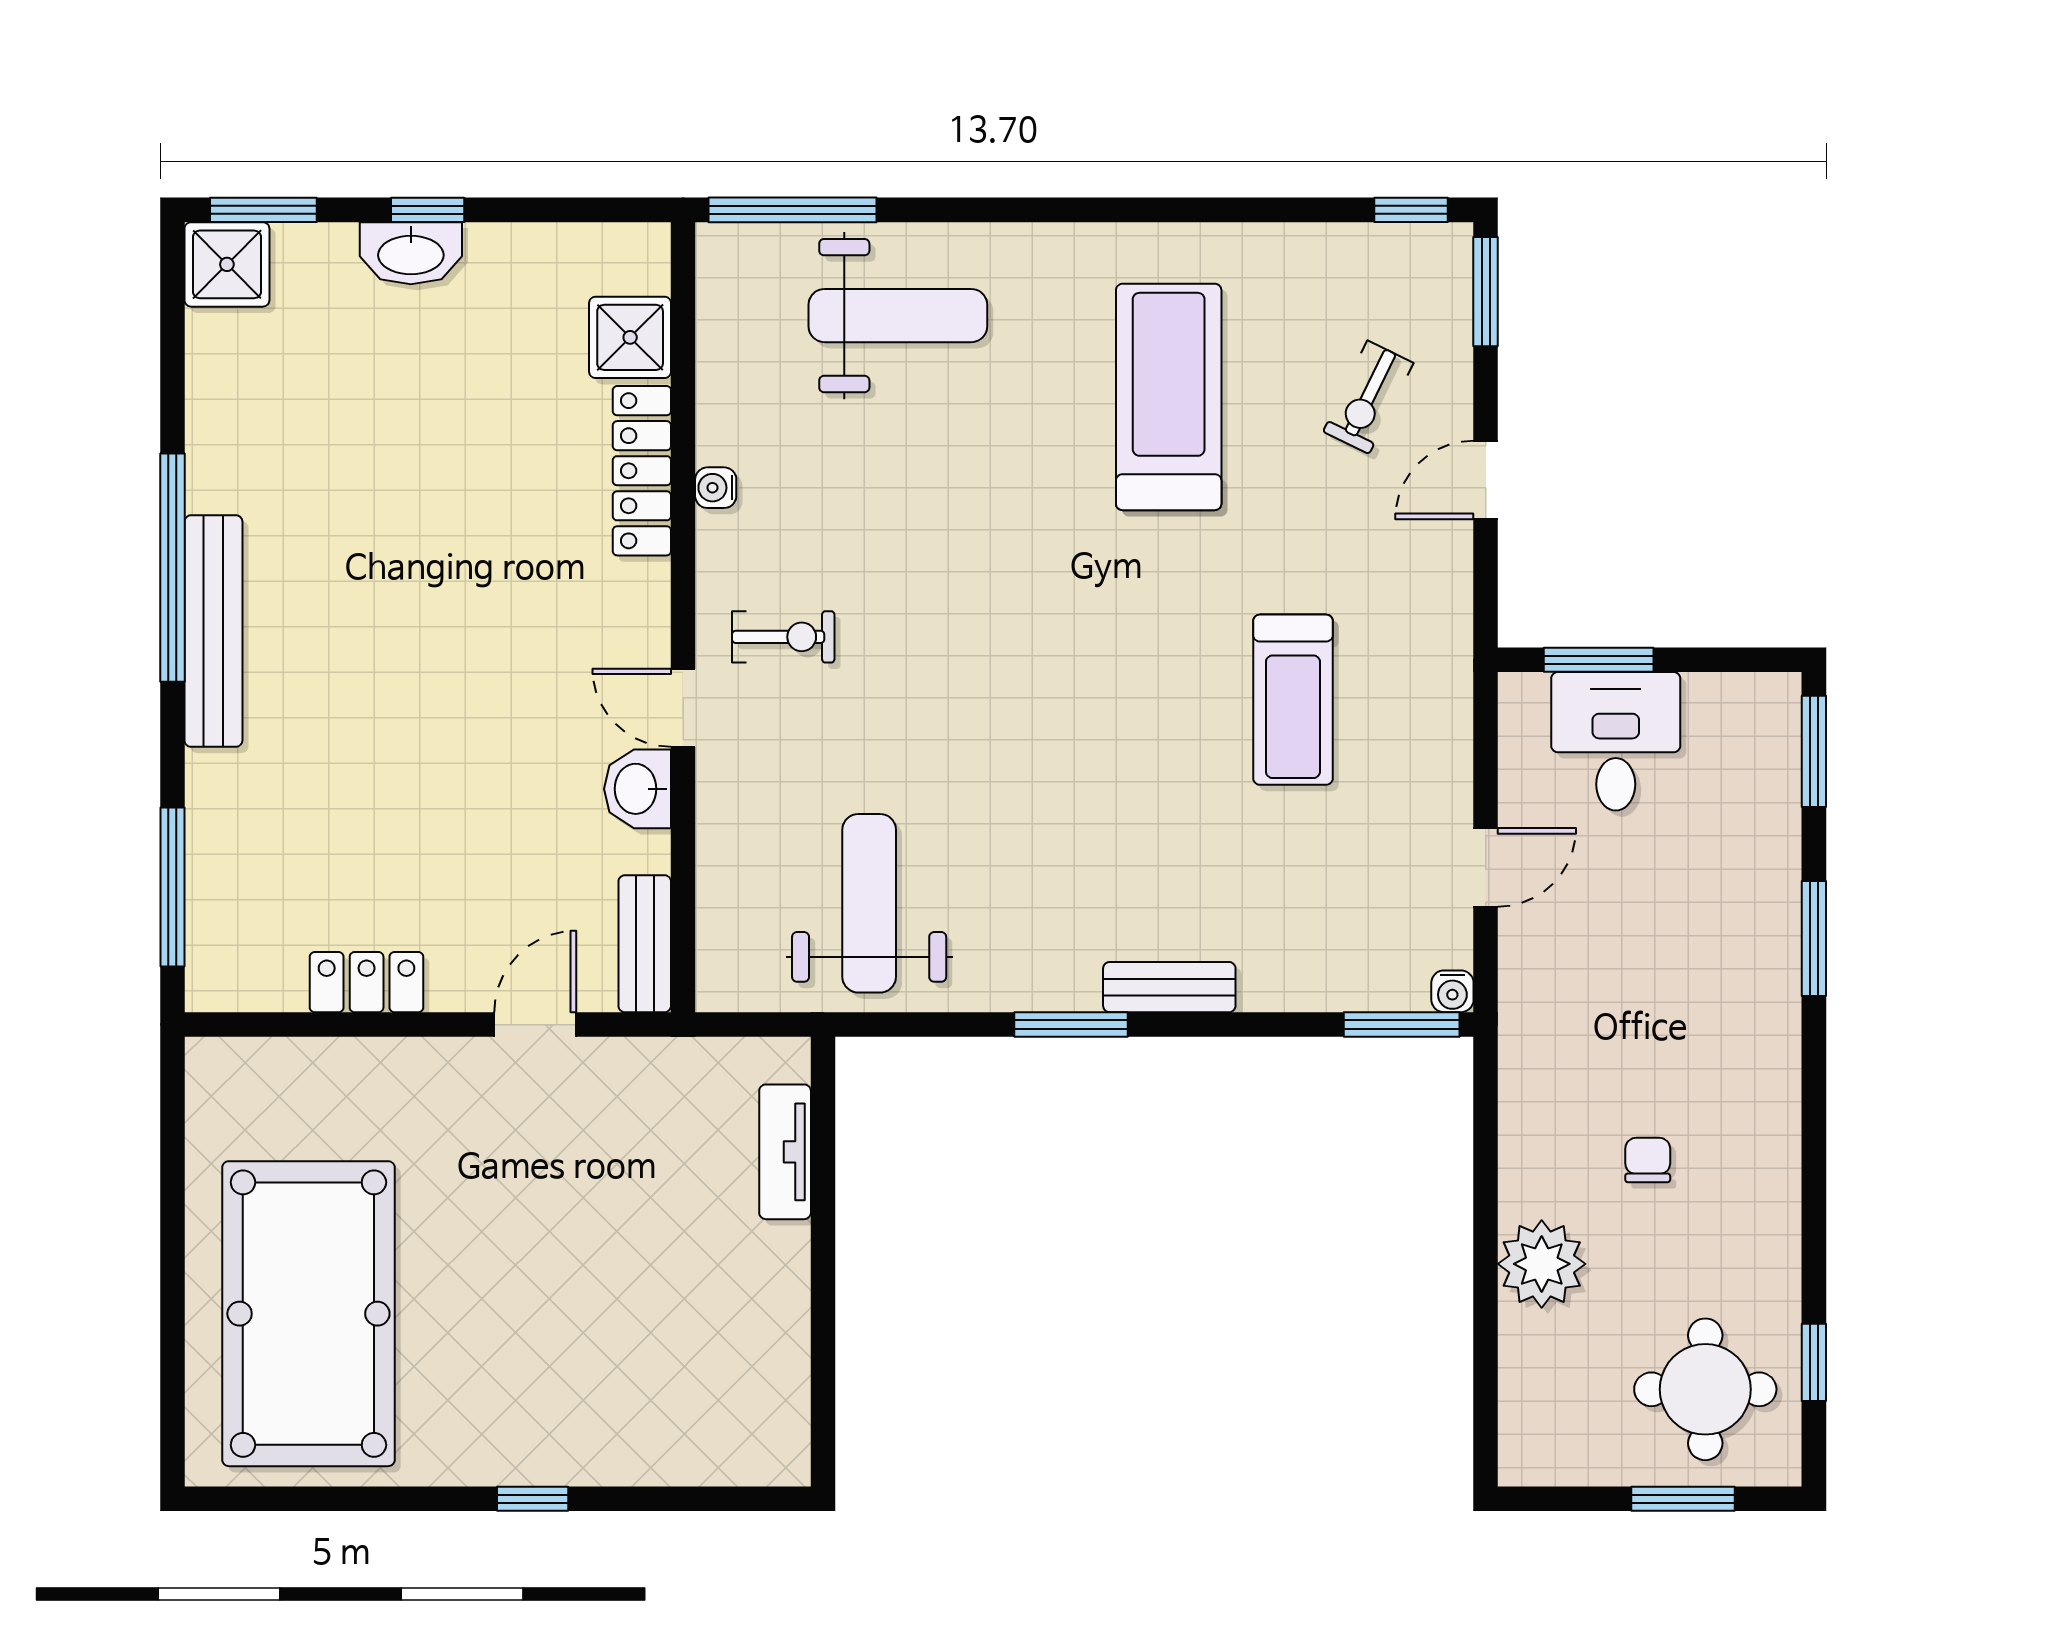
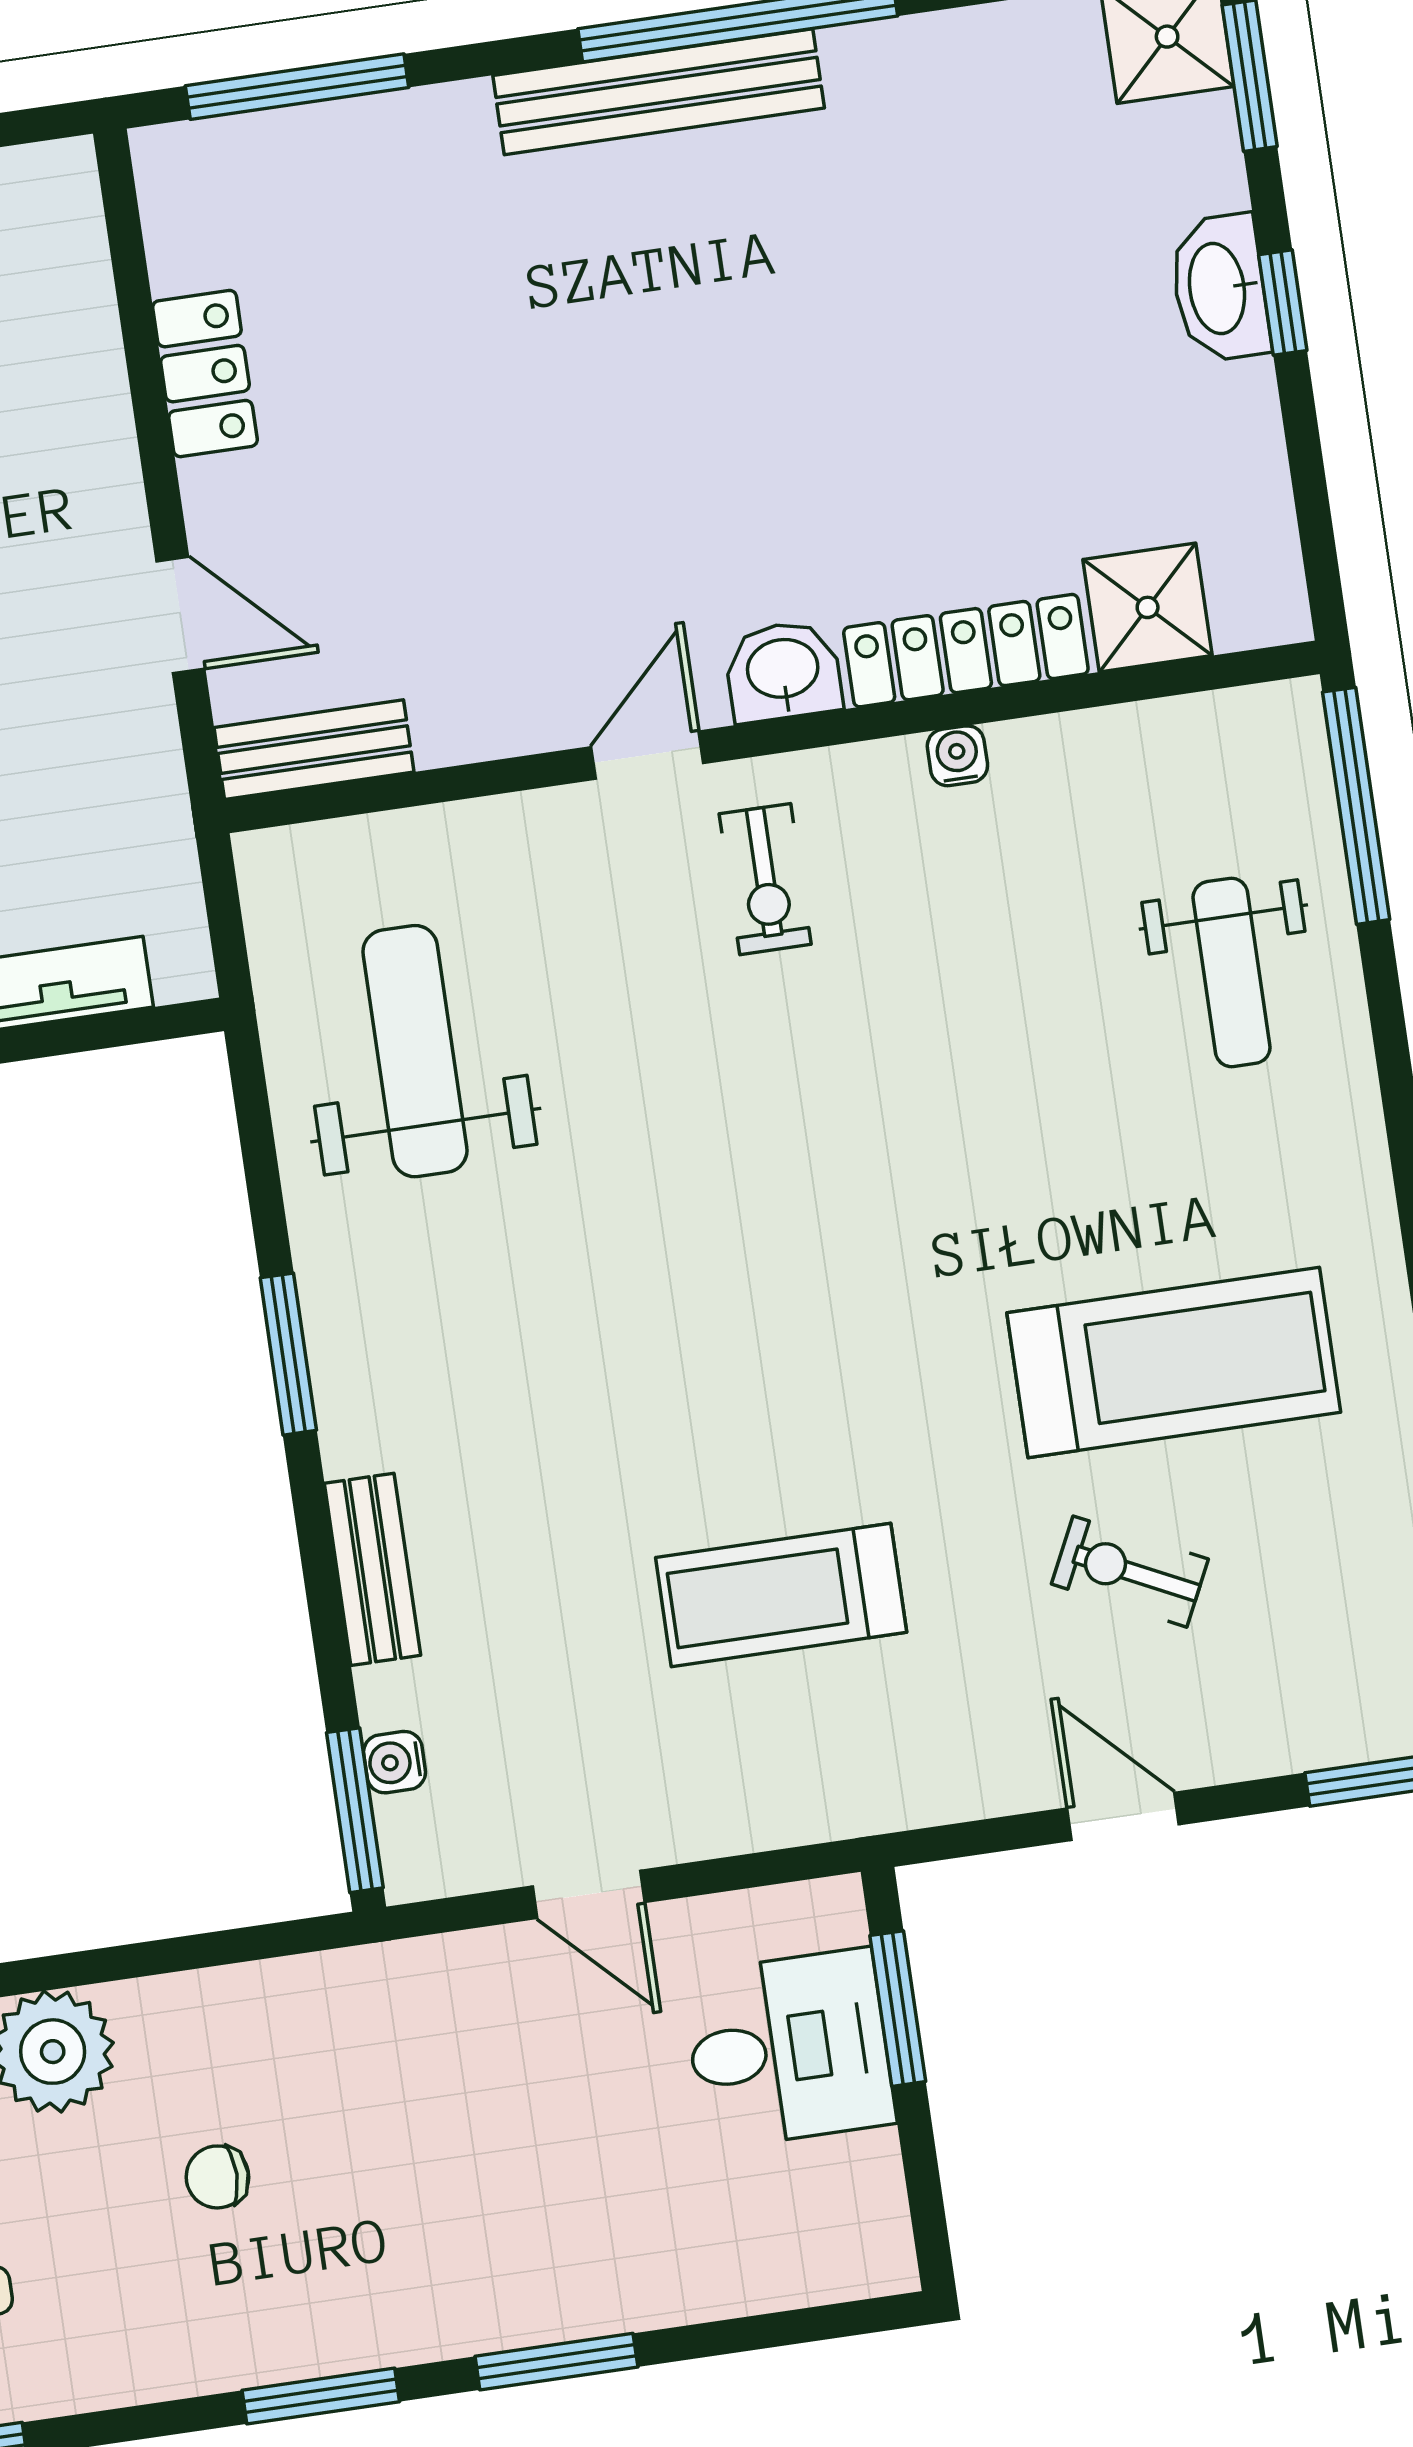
weight bench: (898, 316) -> (1232, 972), width x0.73, depth x0.75
exercise bike: (1368, 397) -> (1130, 1572), moved
window: (1814, 751) -> (321, 2396), moved
washbasin: (638, 789) -> (783, 671), moved
weight bench: (869, 903) -> (415, 1051), turned -90
bench: (1169, 987) -> (372, 1569), moved
water cooler: (1452, 991) -> (395, 1762), moved
chair: (1648, 1160) -> (217, 2177), turned 180

